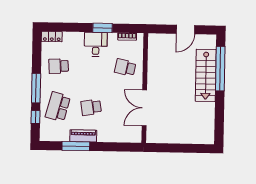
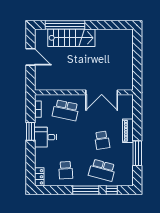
school desk: (125, 67) -> (66, 110), width x1.85
piano: (83, 136) -> (128, 131), moved

